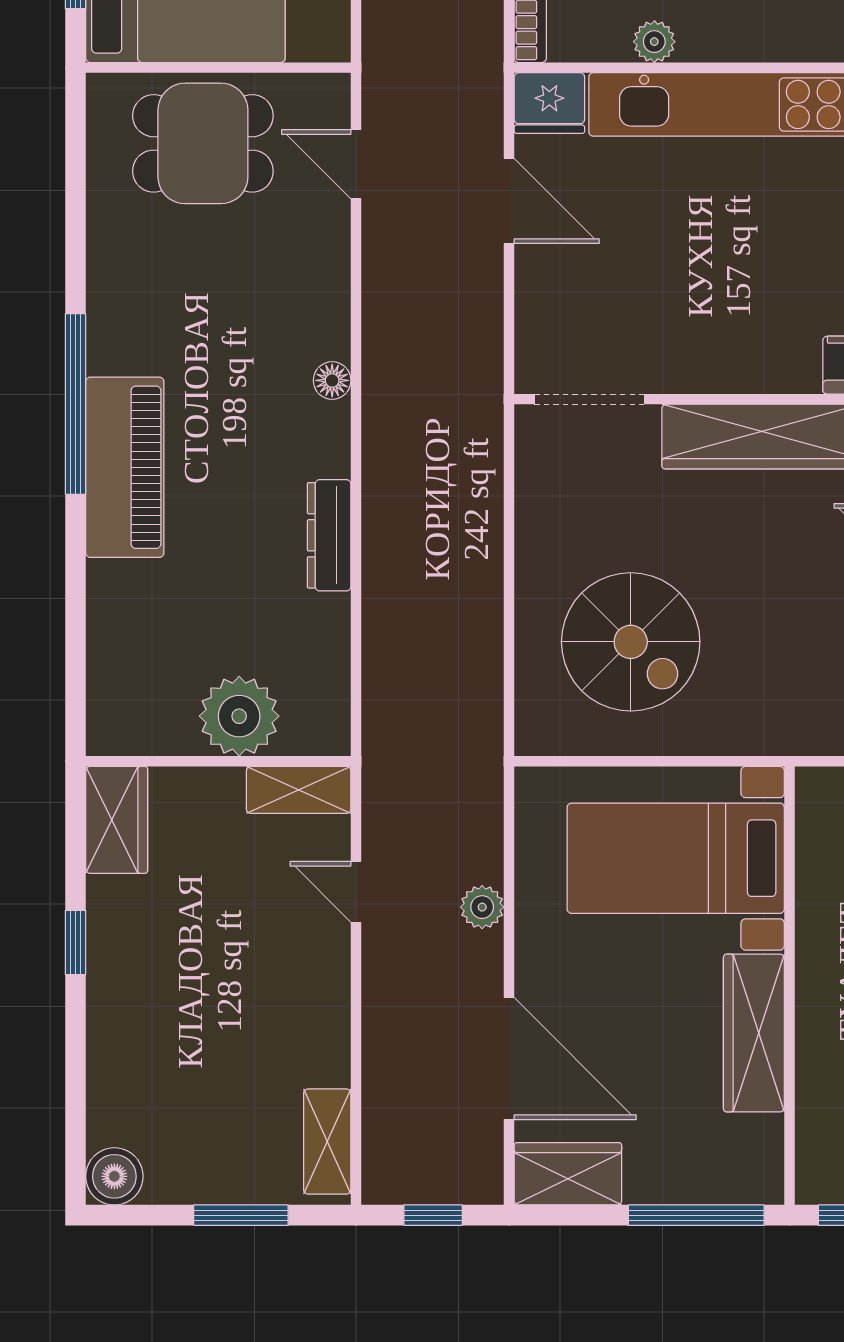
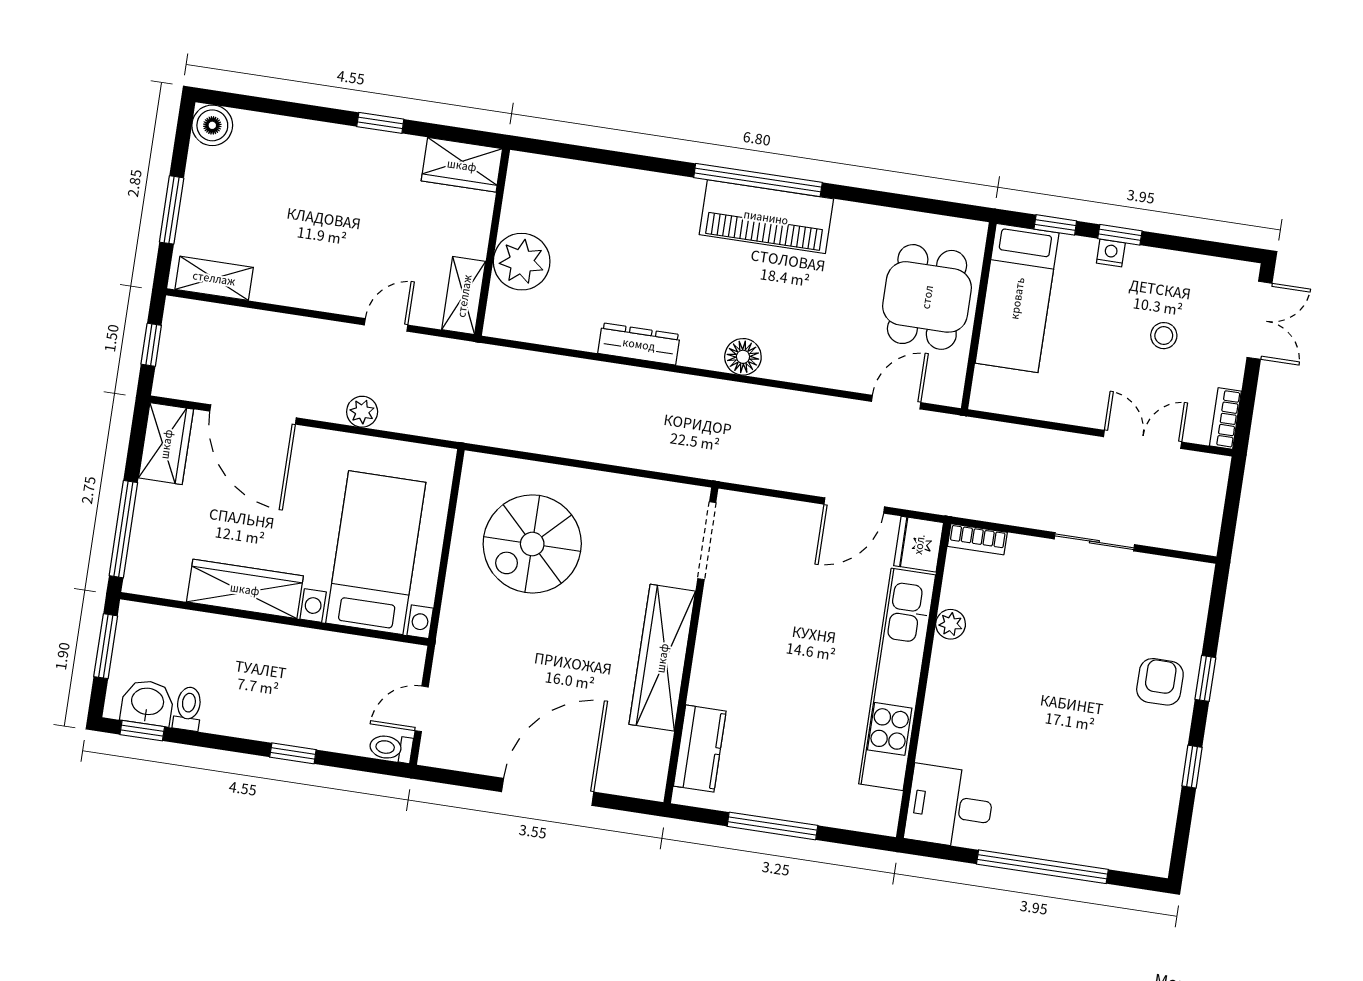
floor lamp: (332, 380) -> (743, 357), width x1.37, depth x1.37
piano: (125, 467) -> (766, 217), moved
door: (509, 1059) -> (253, 415), hinge flipped

